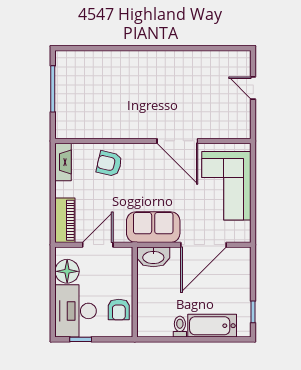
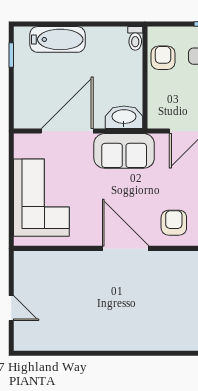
door: (177, 141) -> (126, 248), moved
armchair: (109, 164) -> (174, 223), turned -103
toilet: (180, 327) -> (135, 38), moved

